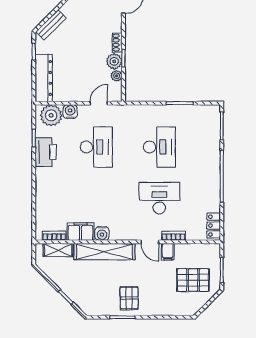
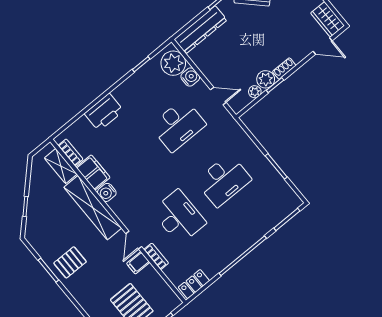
printer: (46, 152) -> (104, 112), moved

